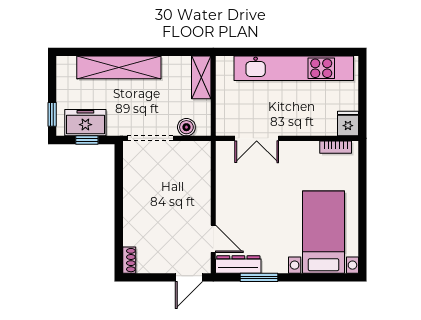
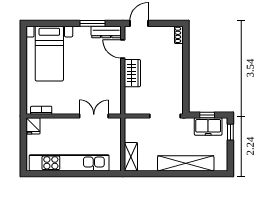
boiler: (186, 127) -> (141, 124), removed
wardrobe: (199, 203) -> (132, 73), added

